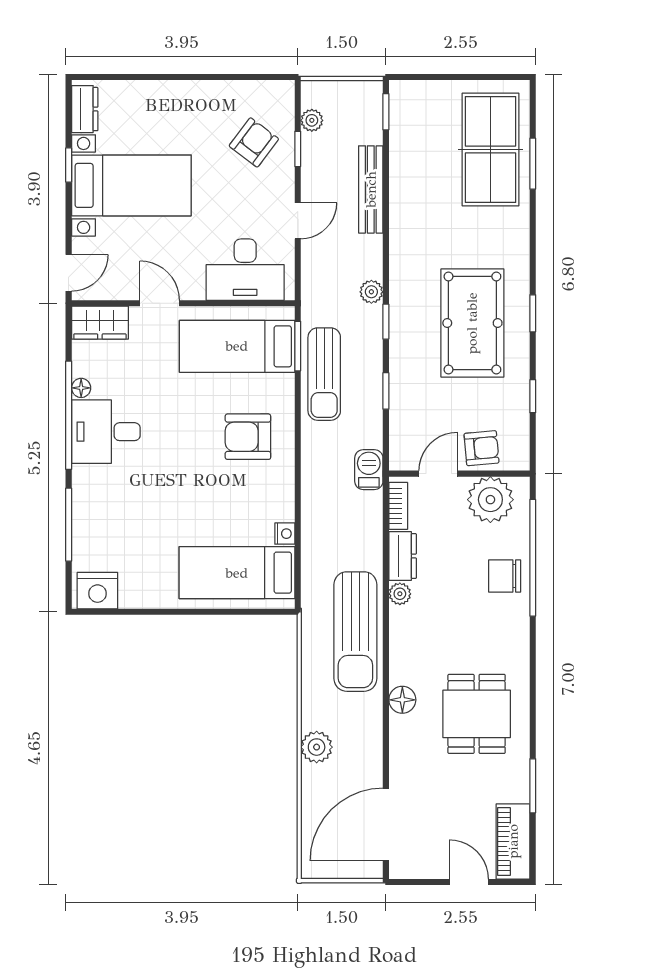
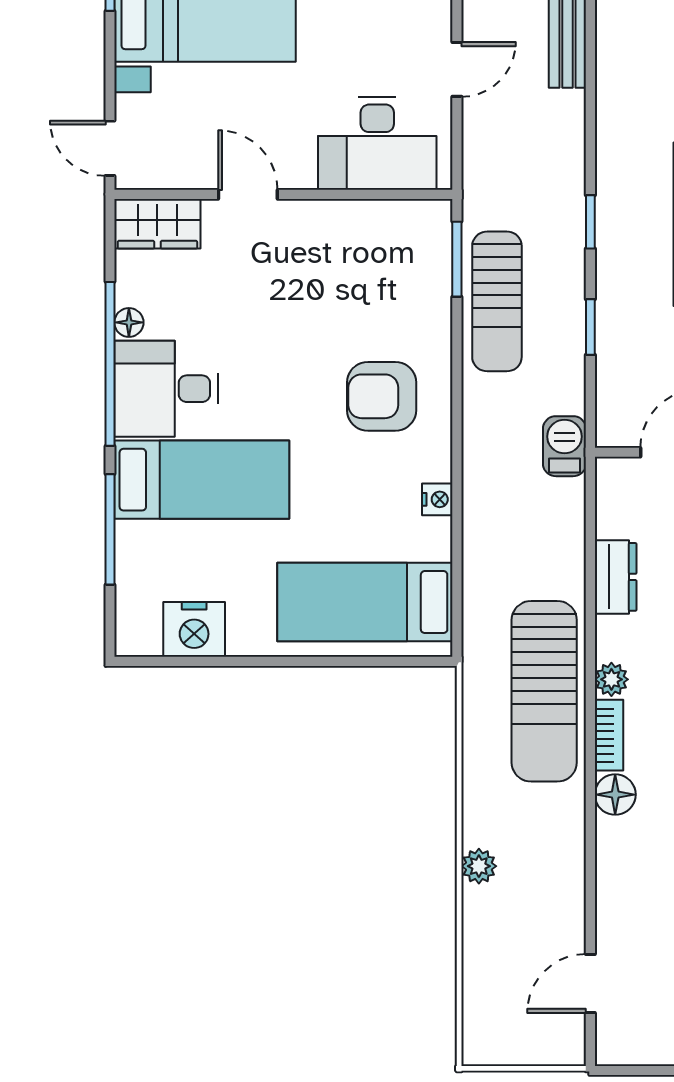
door: (69, 273) -> (110, 148), swing flipped
plant: (371, 292) -> (568, 177), removed
bed: (237, 346) -> (202, 480), moved, turned 180
bookcase: (398, 506) -> (609, 735), moved
nightstand: (285, 534) -> (437, 499), moved
nightstand: (97, 591) -> (194, 629), moved
plant: (400, 594) -> (611, 679), moved
plant: (317, 747) -> (479, 866), width x0.73, depth x0.73
door: (386, 825) -> (590, 983), width x0.53

